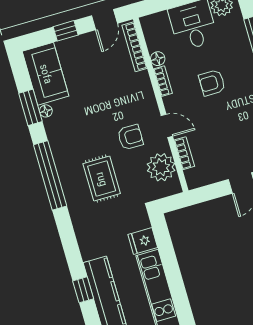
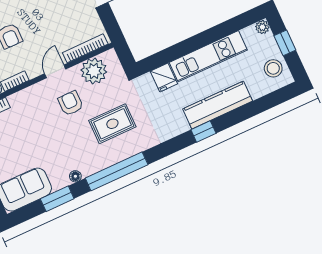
floor lamp: (46, 111) -> (75, 176), moved
bookcase: (184, 153) -> (85, 48), width x1.56
window: (83, 290) -> (203, 131), moved

